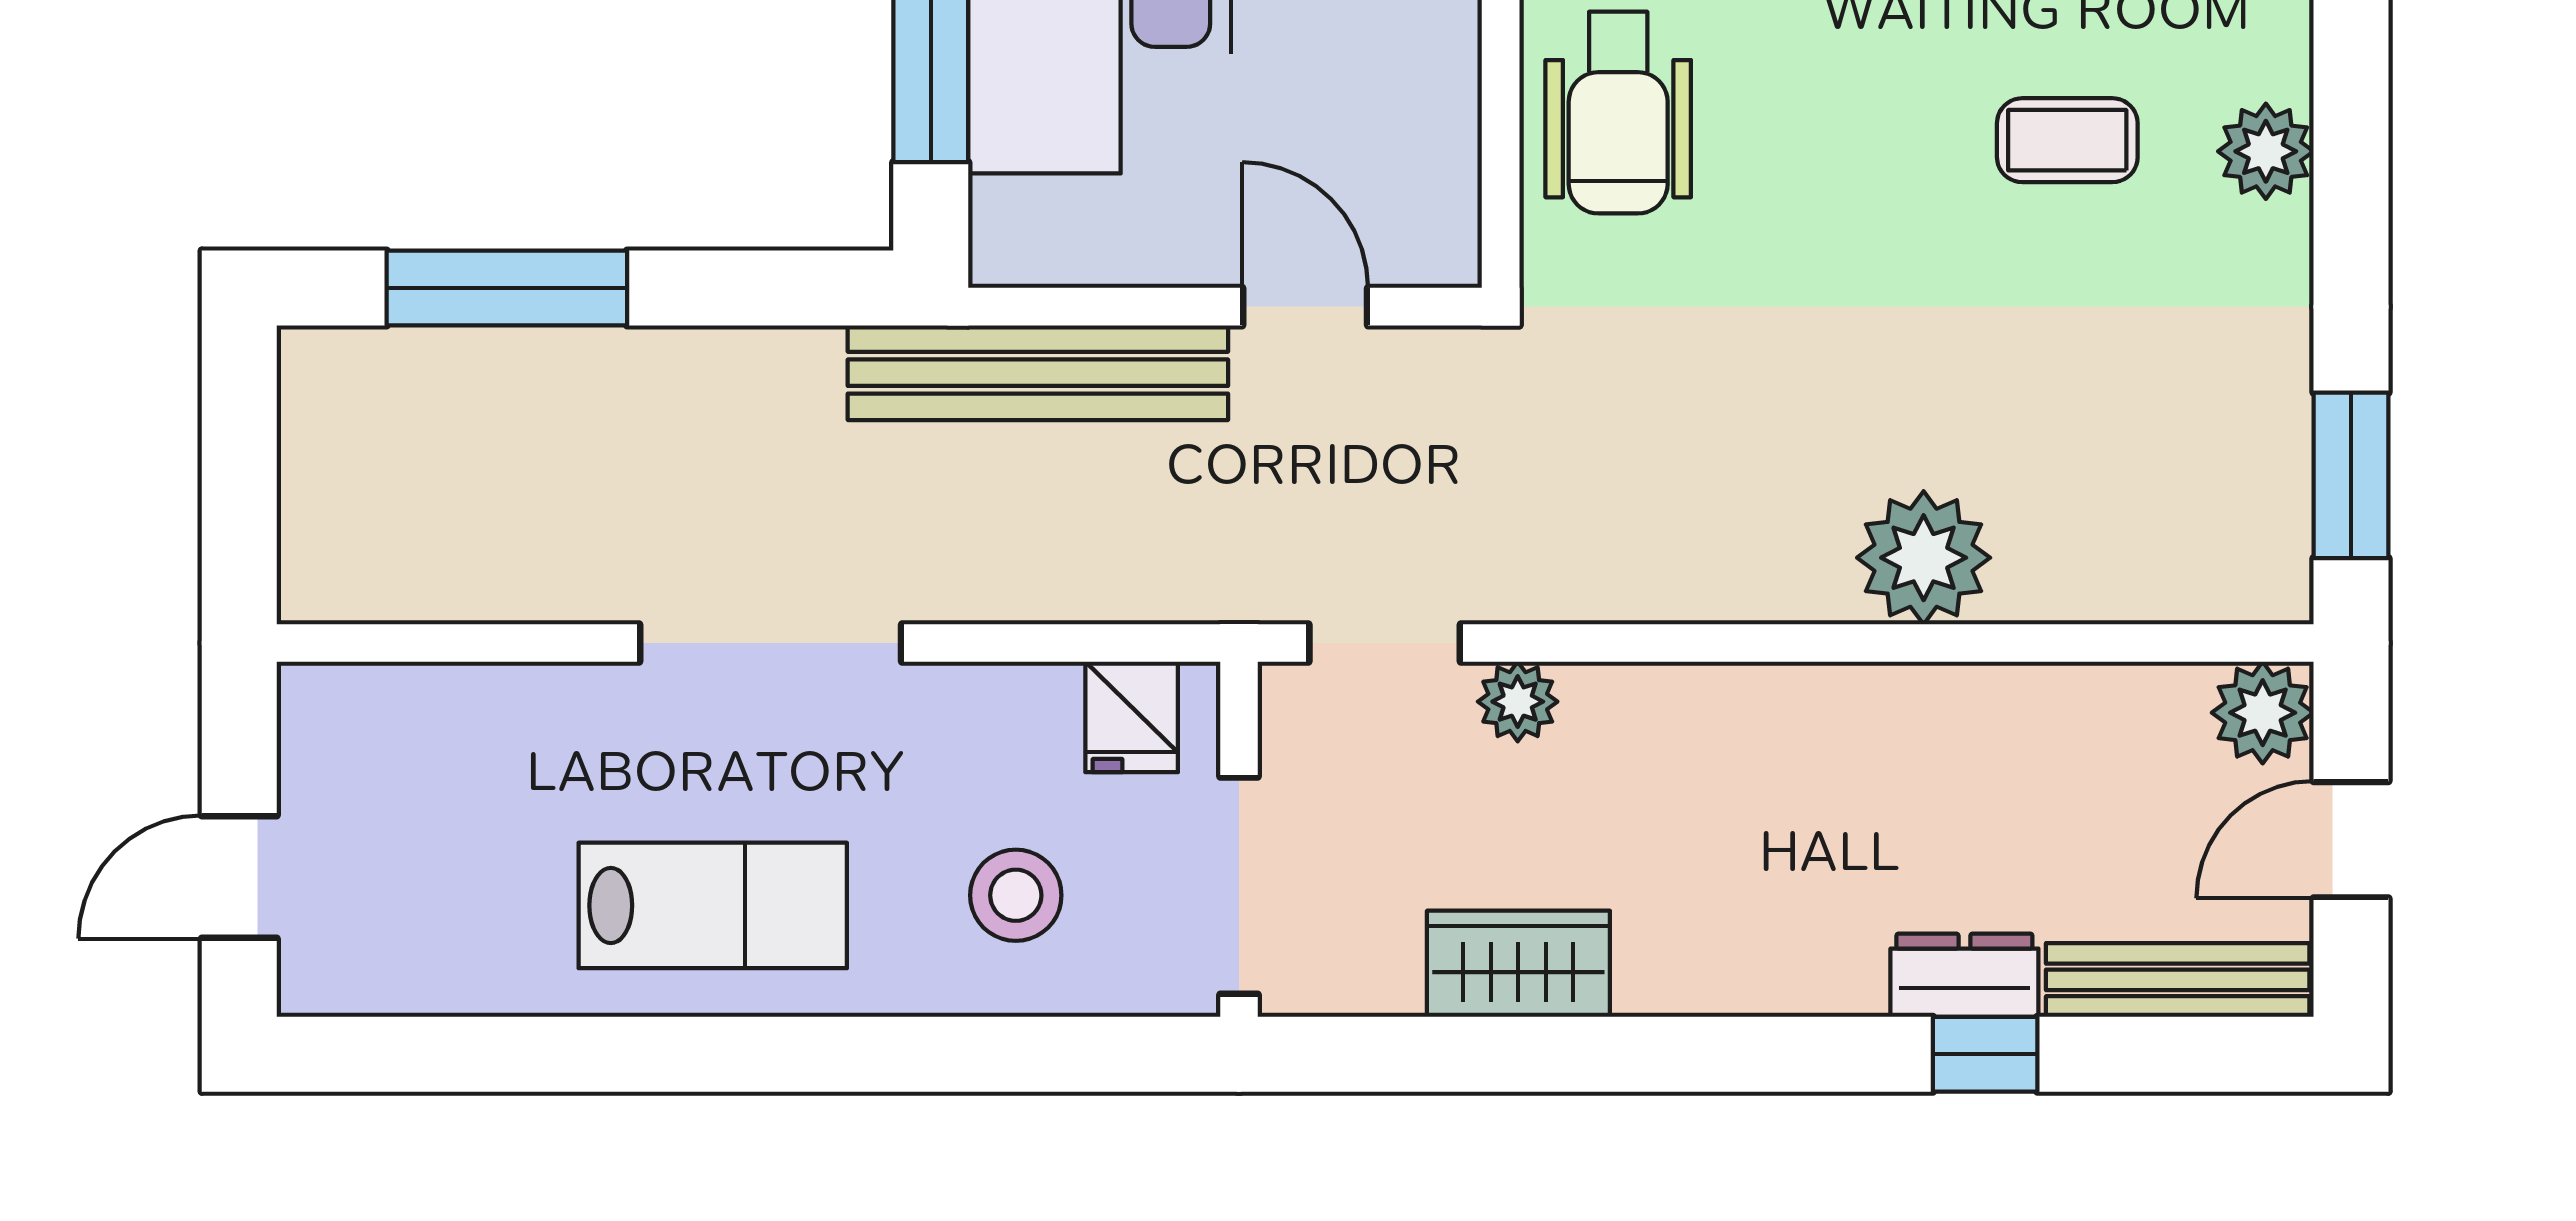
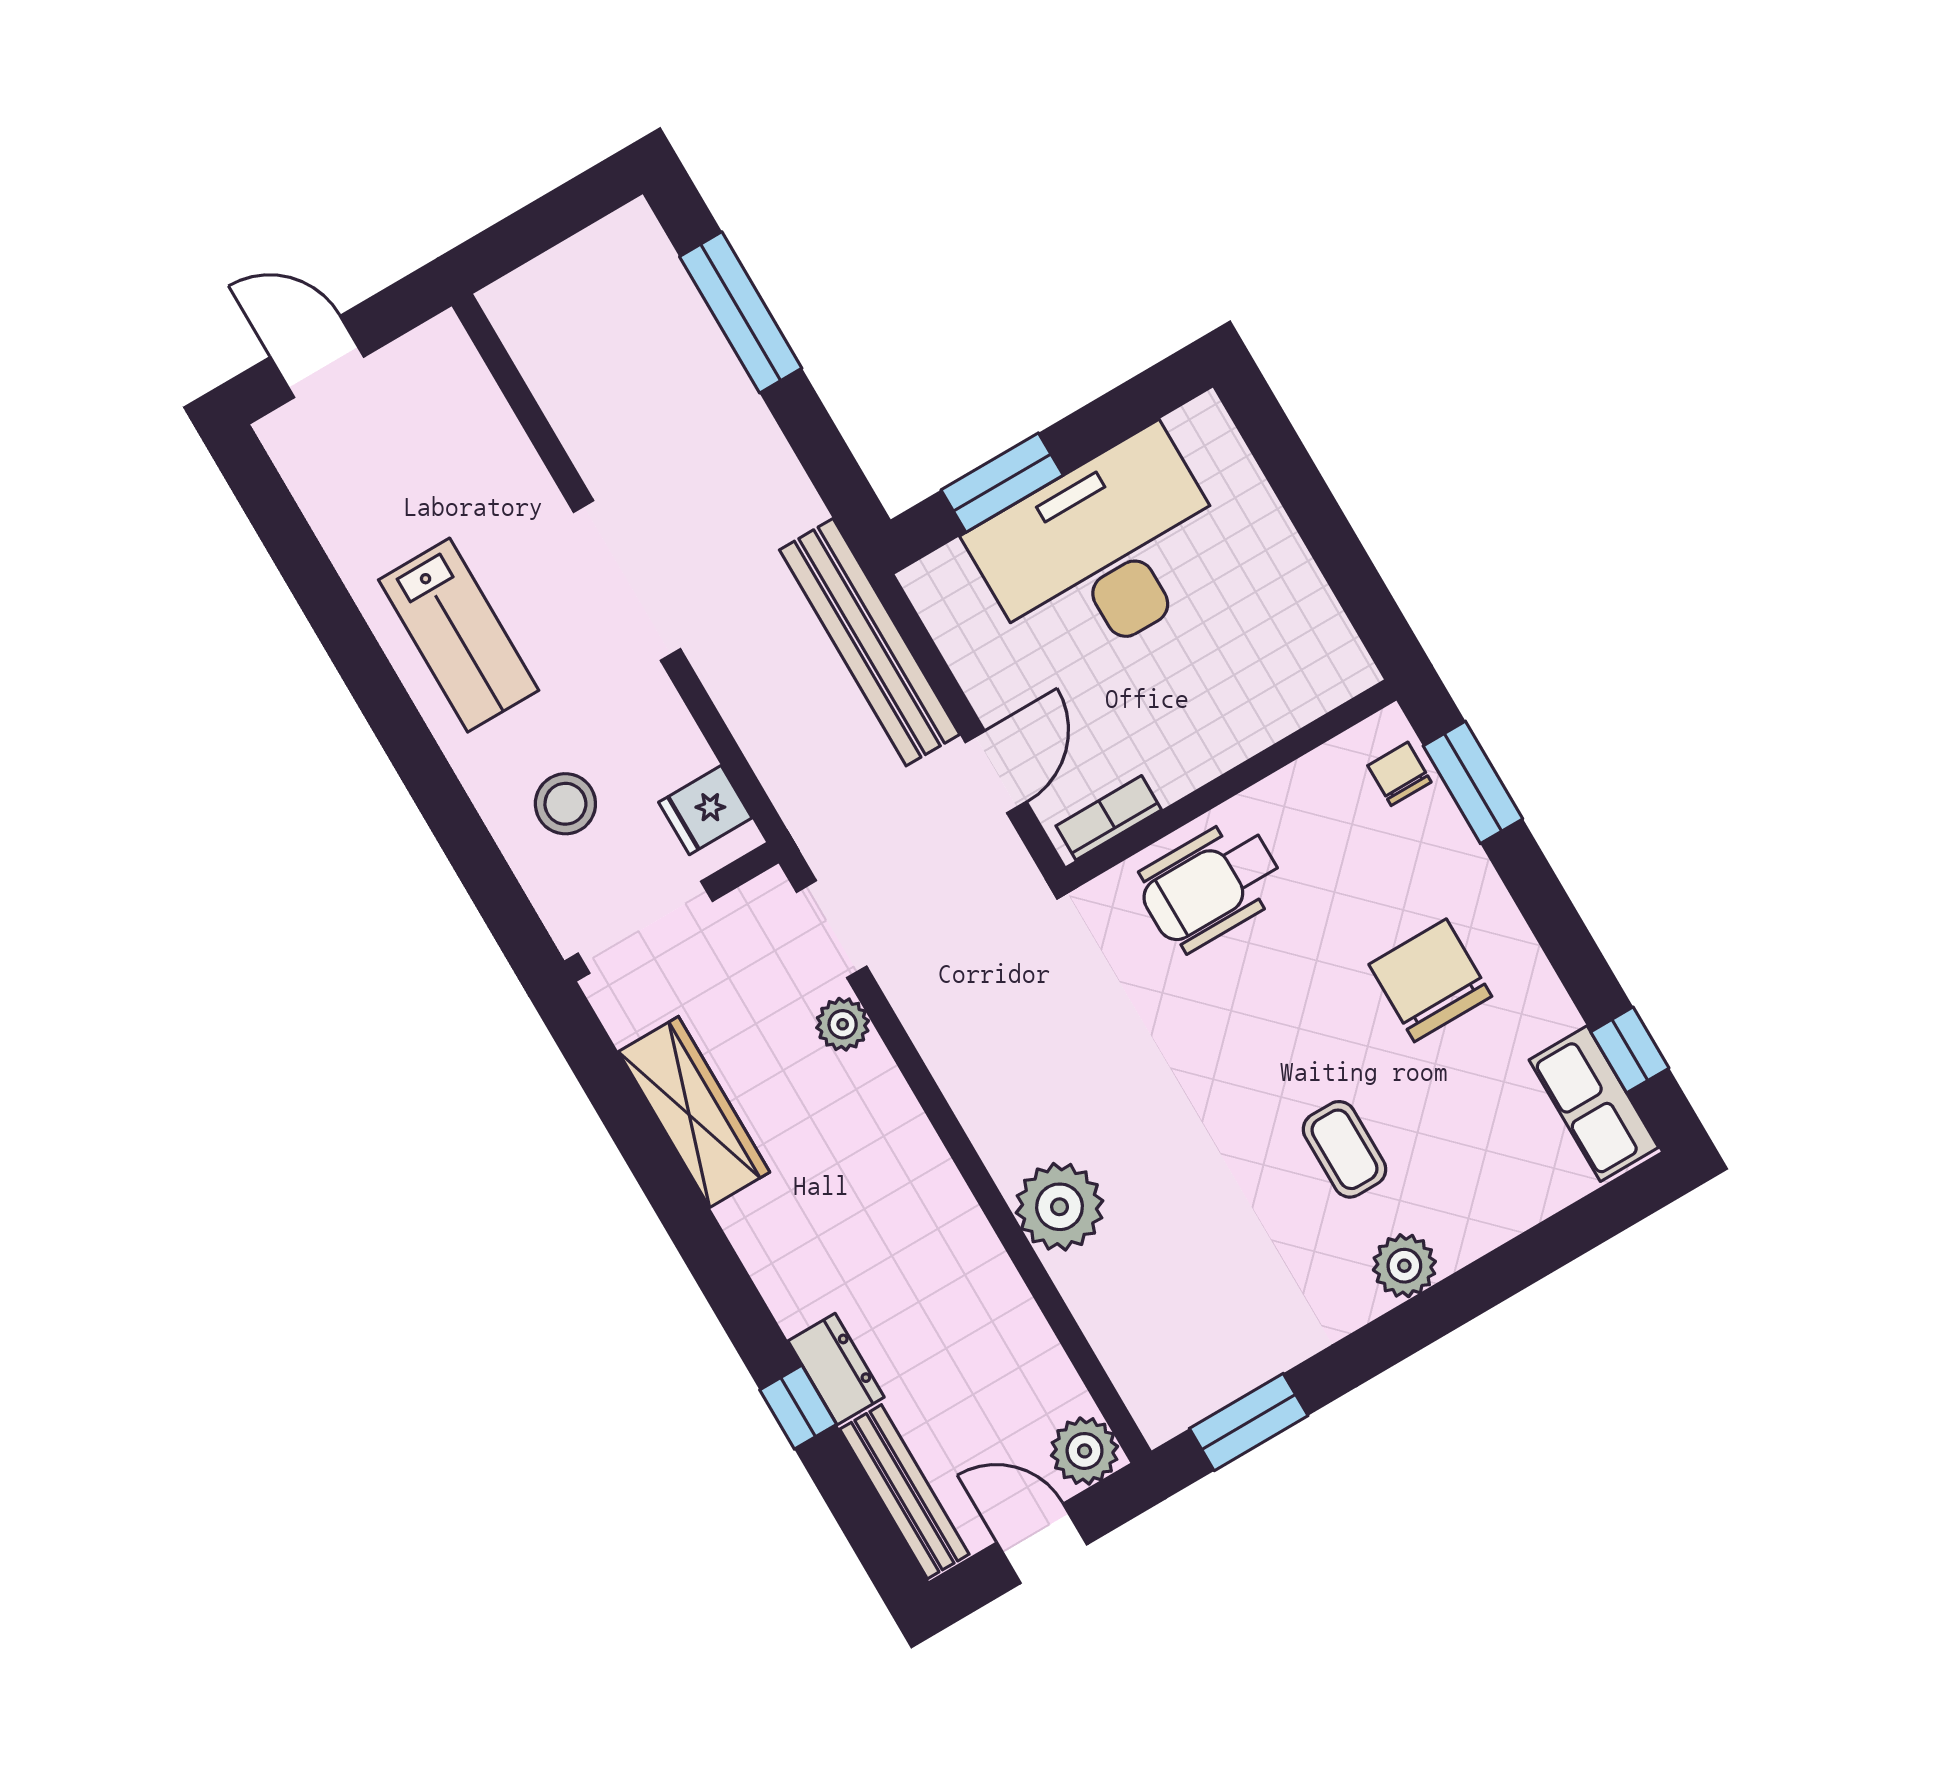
bookcase: (1452, 194) -> (1109, 818), added
wardrobe: (1518, 964) -> (694, 1112), width x1.50

